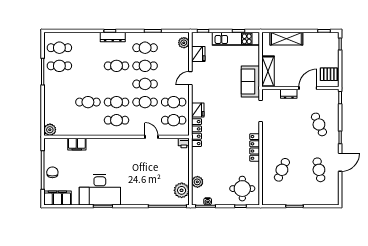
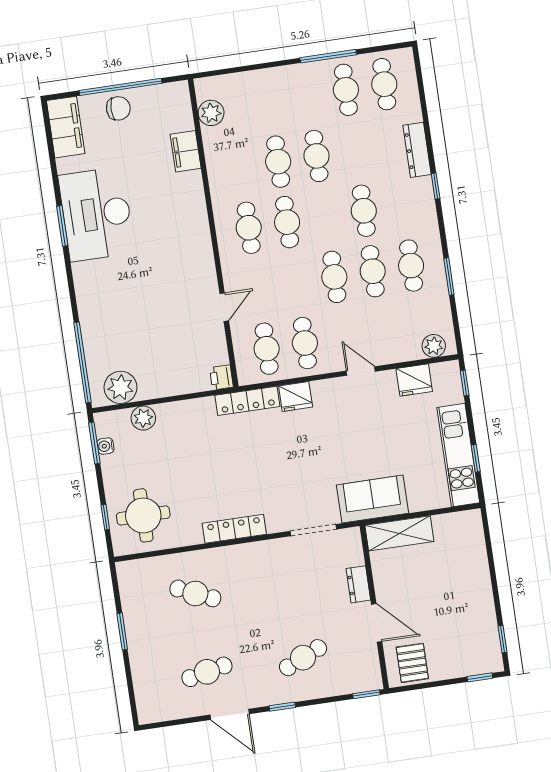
dresser: (113, 37) -> (417, 150), moved
shelving: (286, 39) -> (474, 562), removed
cafe table: (145, 102) -> (316, 156), moved
plant: (50, 130) -> (211, 113), moved

